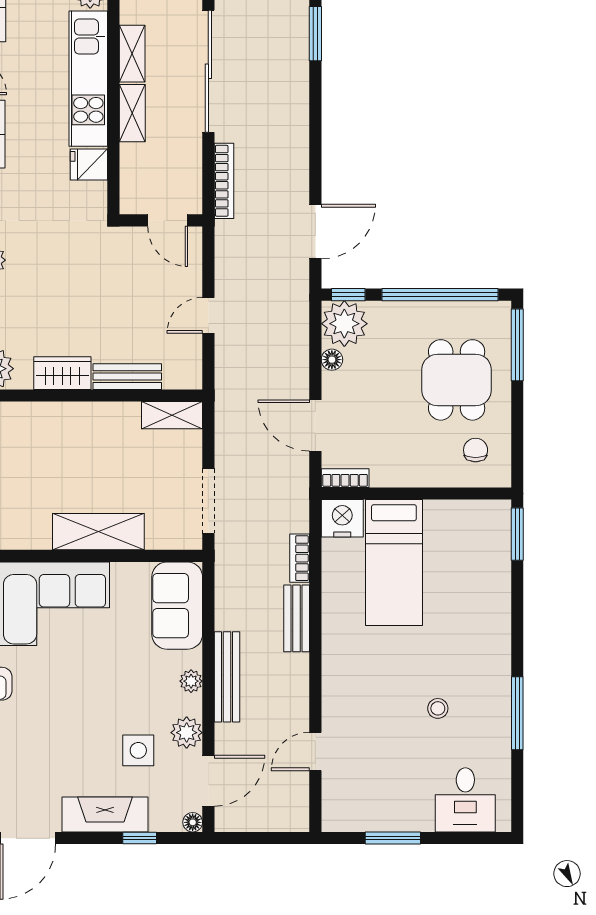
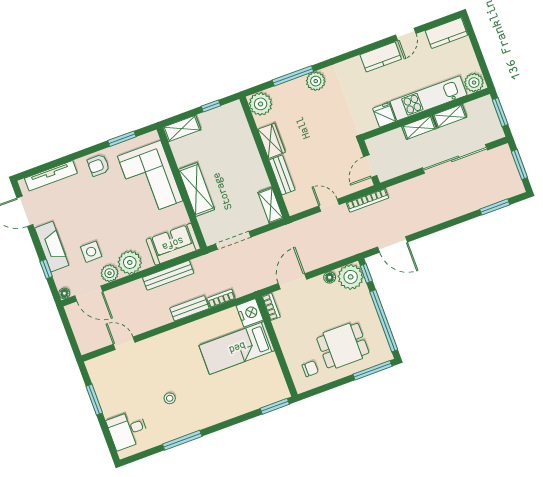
bookcase: (224, 181) -> (367, 200), moved
bench: (227, 677) -> (168, 275), moved
plant: (191, 681) -> (130, 262), width x1.87, depth x1.87

